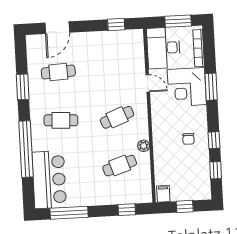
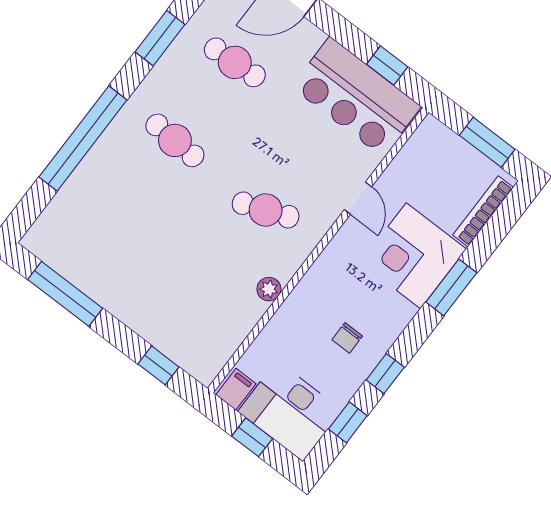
desk: (163, 48) -> (290, 411), moved, turned -90
cafe table: (120, 166) -> (206, 288), removed
bar counter: (49, 180) -> (356, 97), moved, turned 90

